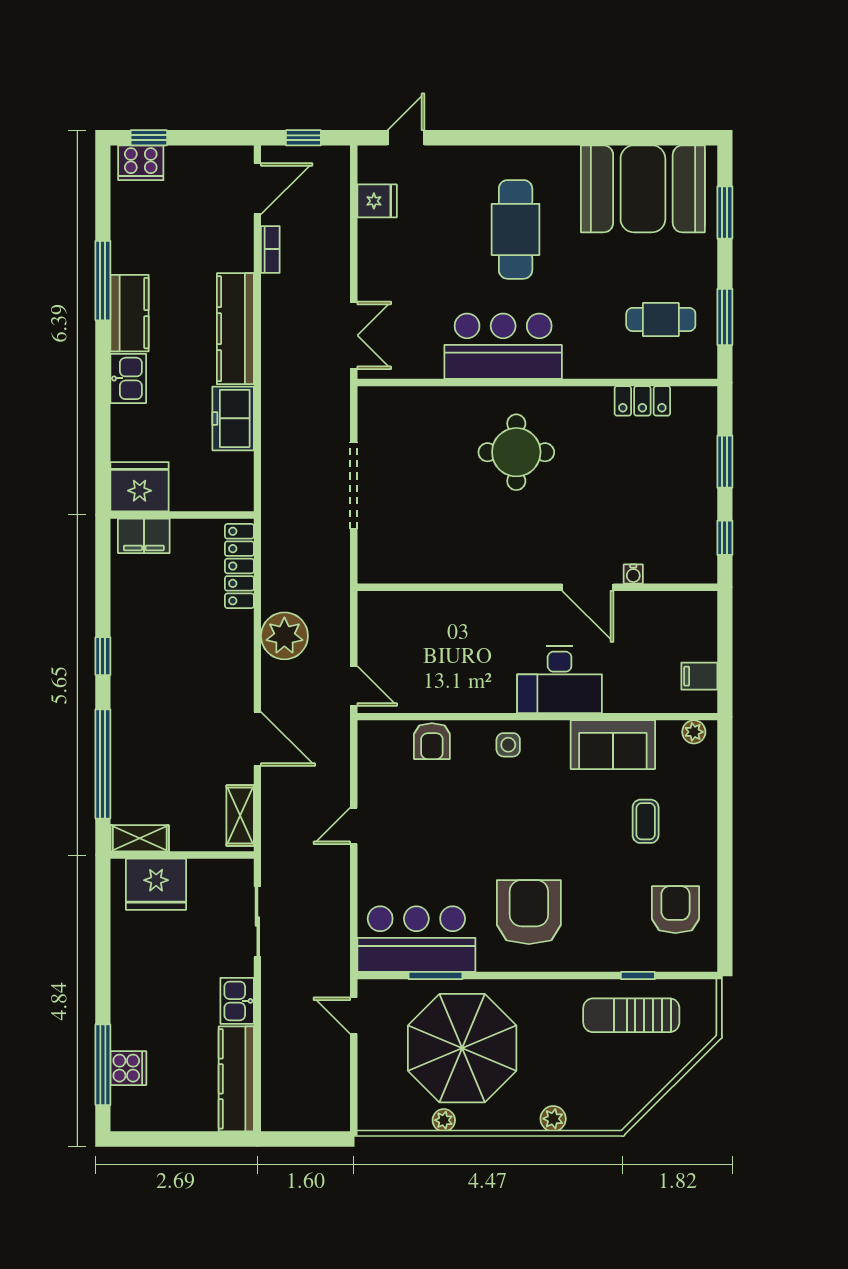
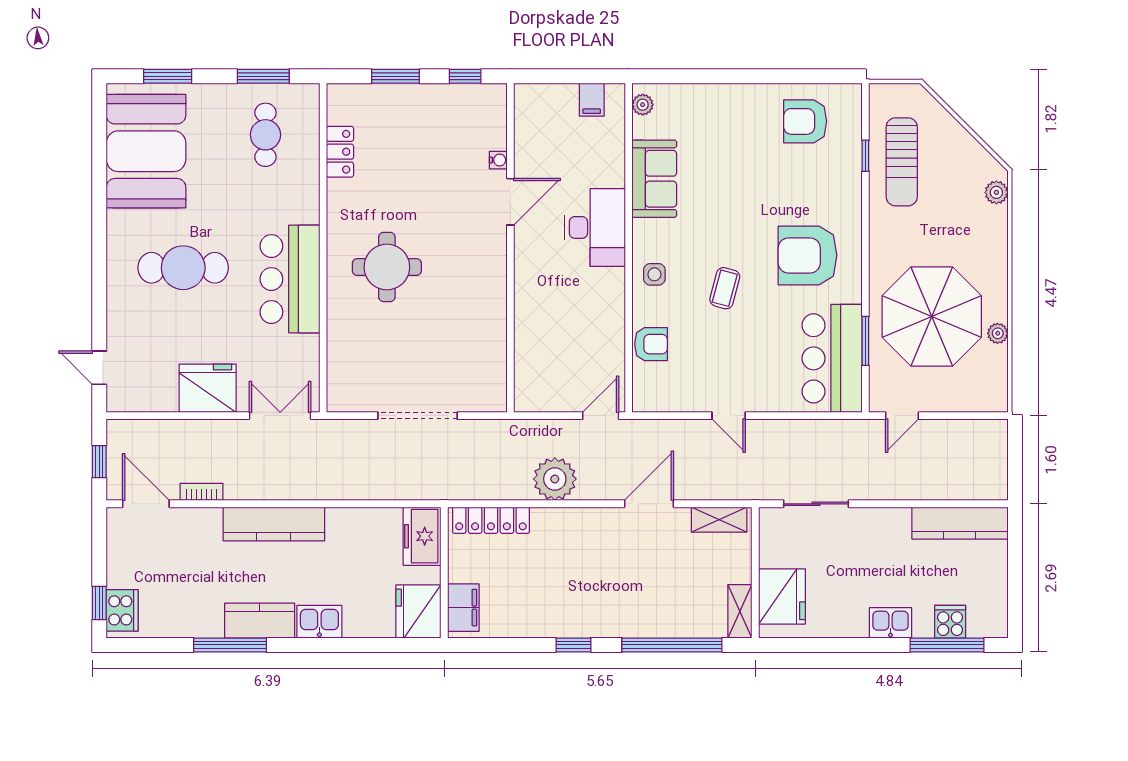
fridge: (377, 201) -> (208, 388), moved, width x1.88, depth x1.34
freezer: (233, 418) -> (422, 536), moved, turned 90
coffee table: (646, 821) -> (725, 288), moved, turned -75
kitchen sink: (237, 1001) -> (891, 623), moved, turned 180
plant: (553, 1119) -> (996, 192), moved

